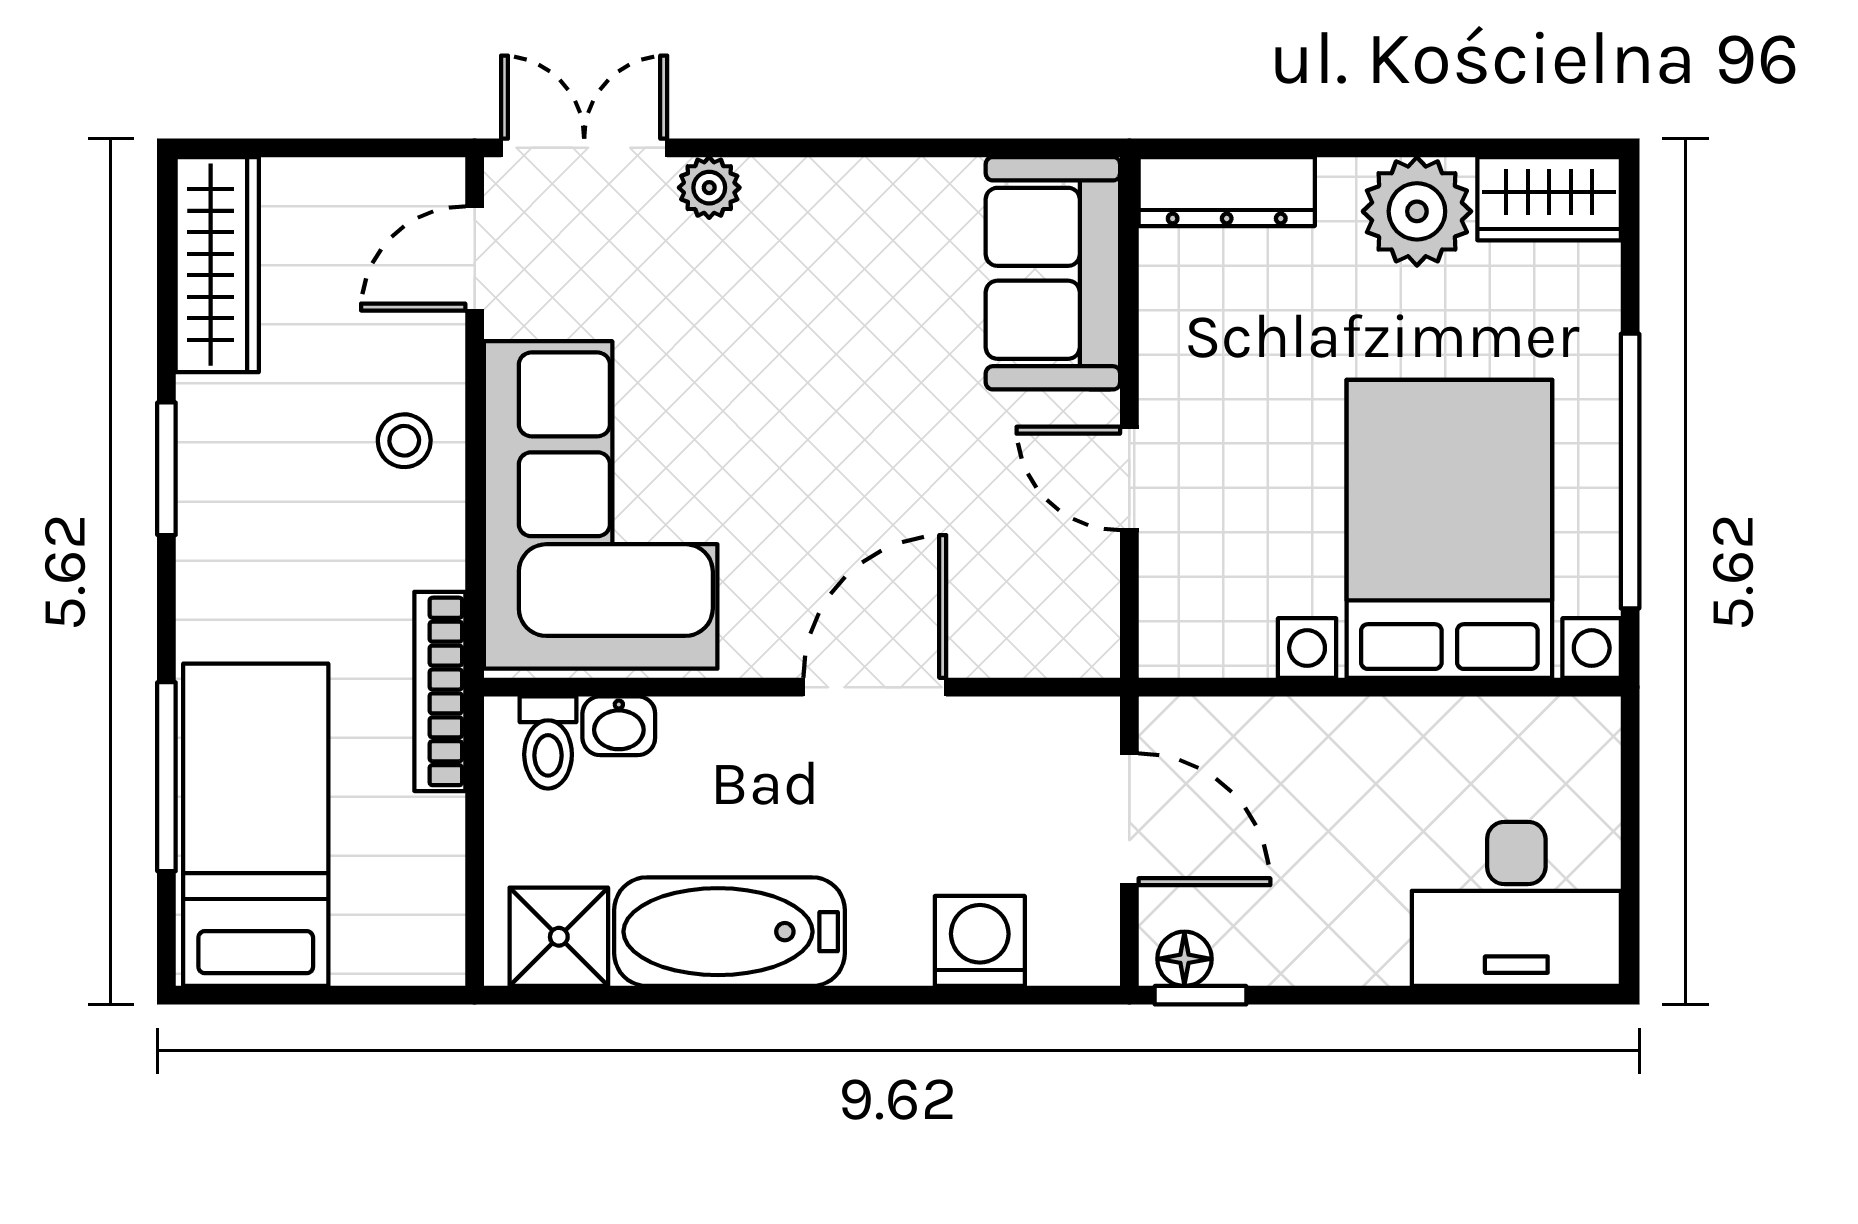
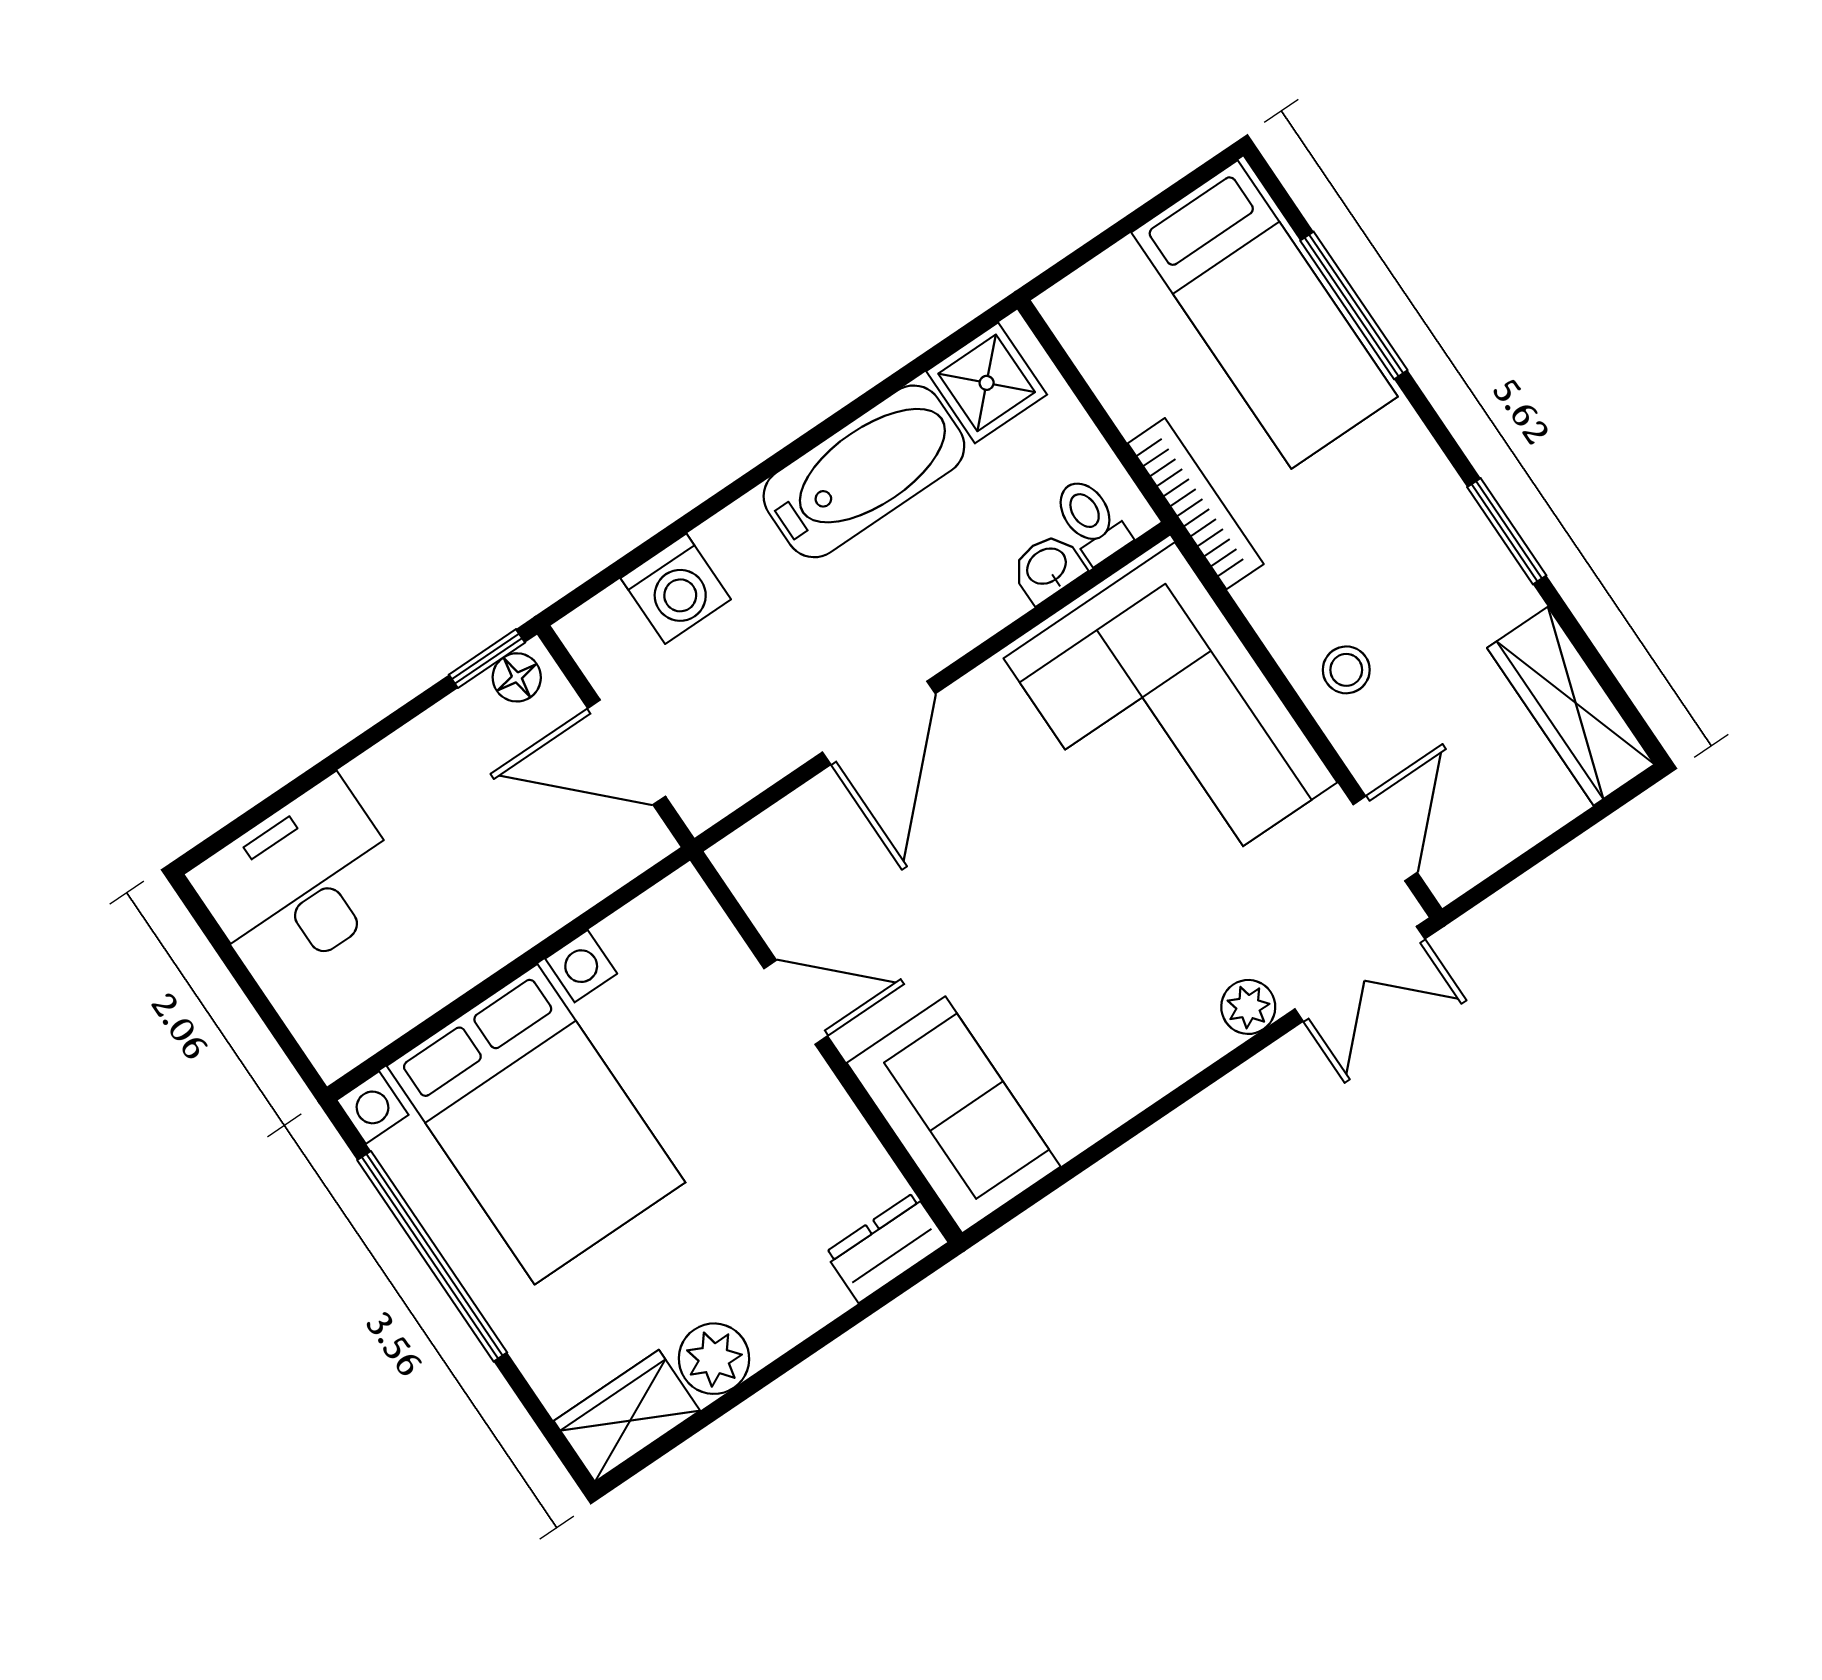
dresser: (1227, 192) -> (886, 1248), width x0.70
plant: (1417, 211) -> (714, 1359), width x0.73, depth x0.73

